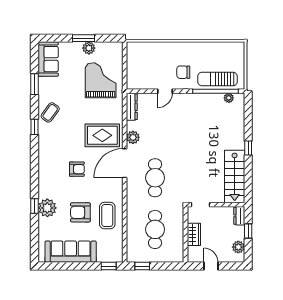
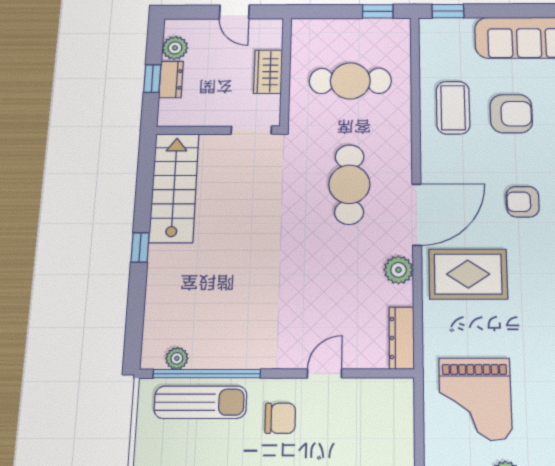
dresser: (239, 216) -> (171, 80), moved
cafe table: (155, 229) -> (350, 81), turned 90

